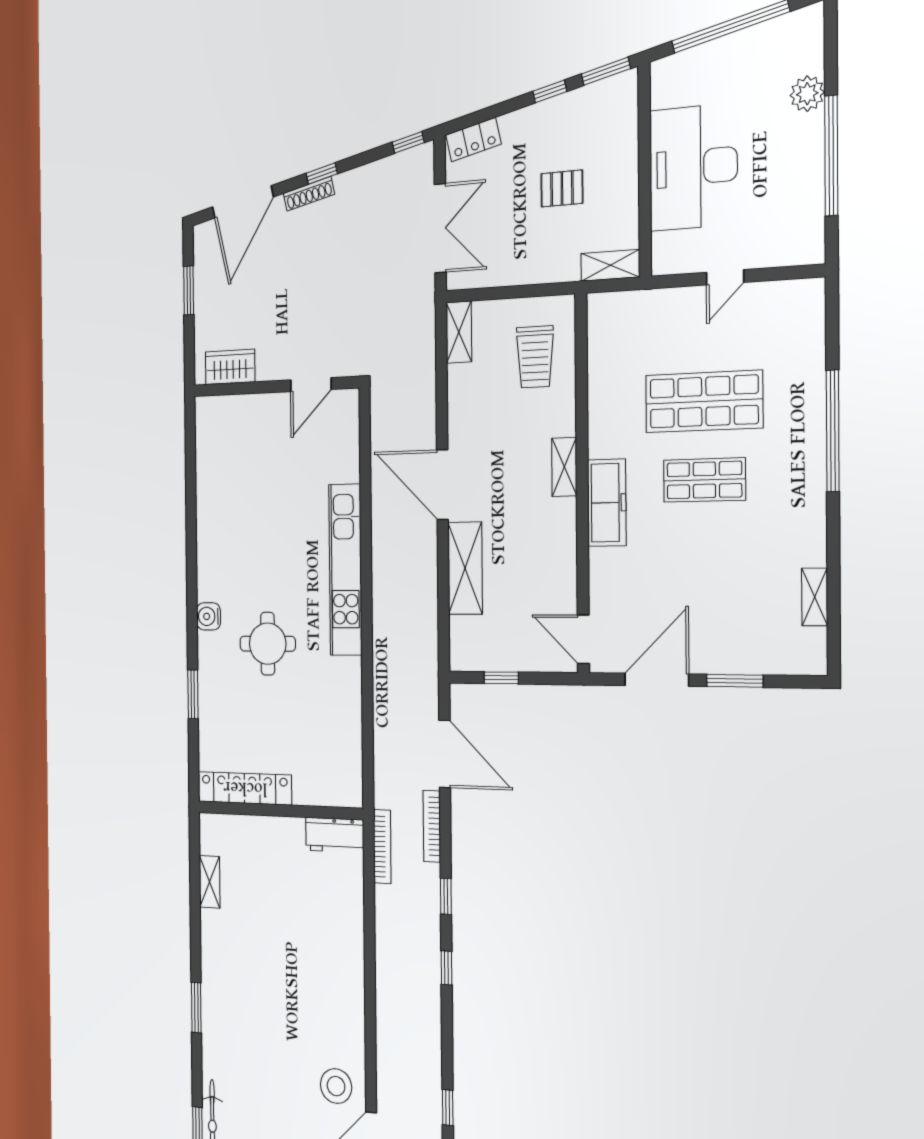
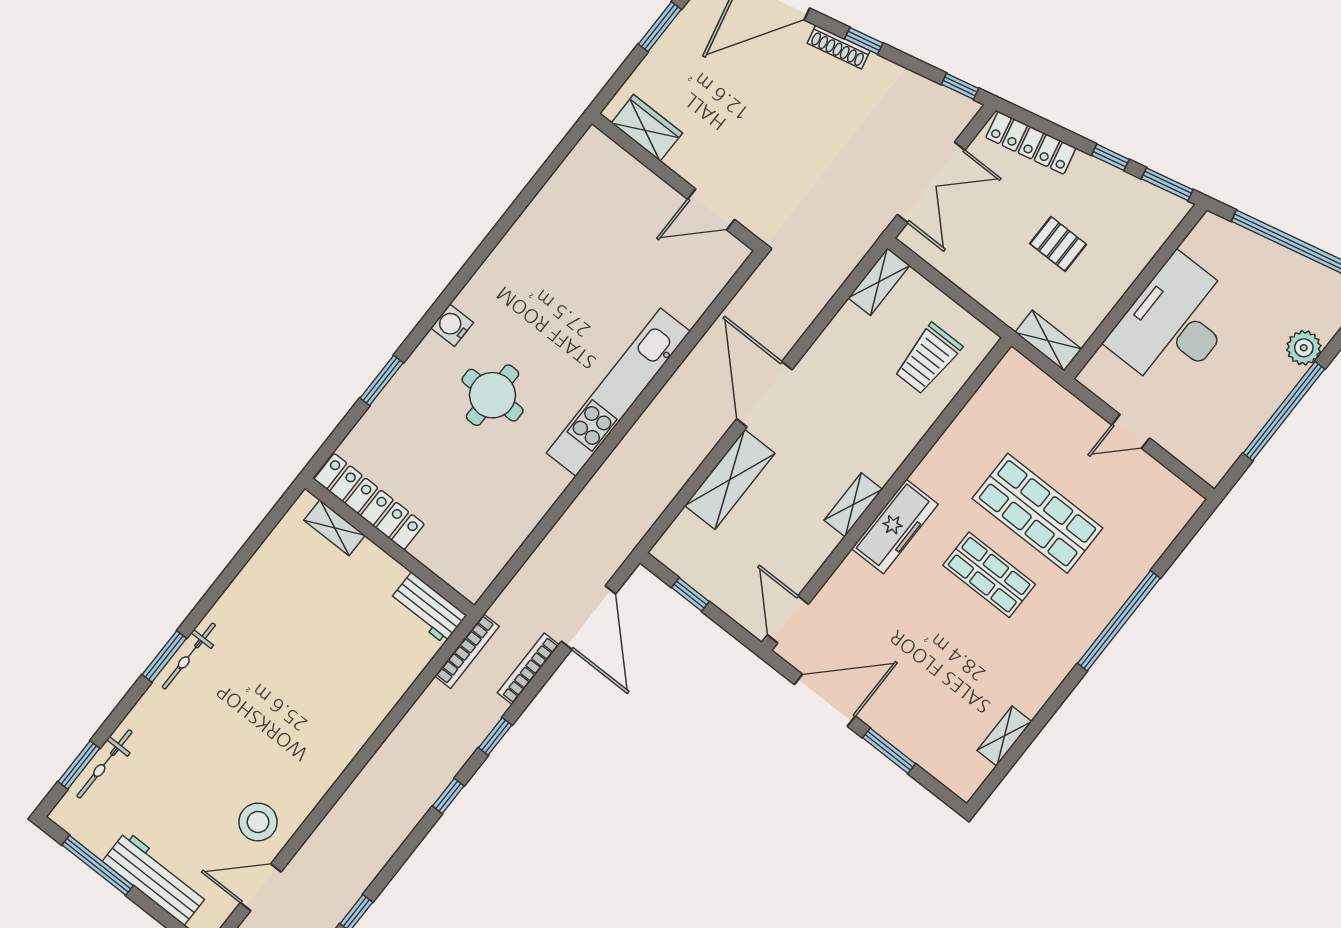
locker: (473, 140) -> (1031, 143), width x1.53
shelving: (564, 467) -> (853, 505), moved
shelving: (210, 882) -> (335, 528), moved, turned 90
bicycle: (211, 995) -> (189, 656), added

